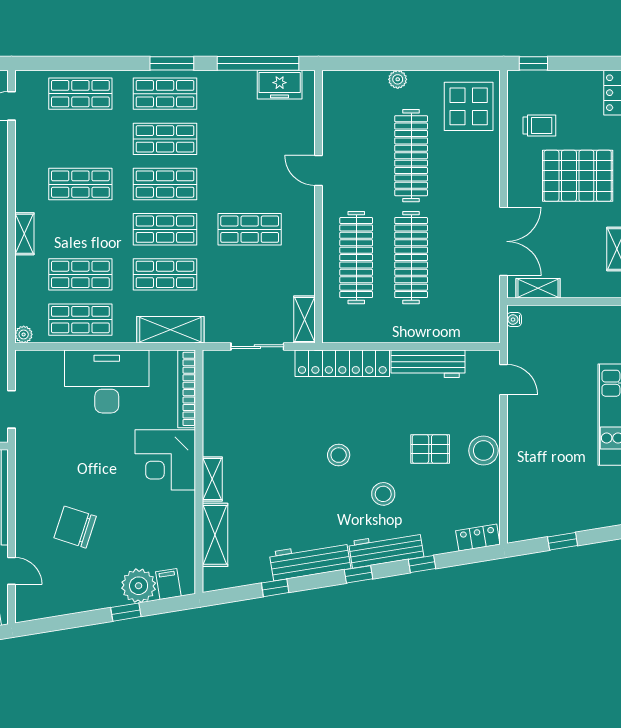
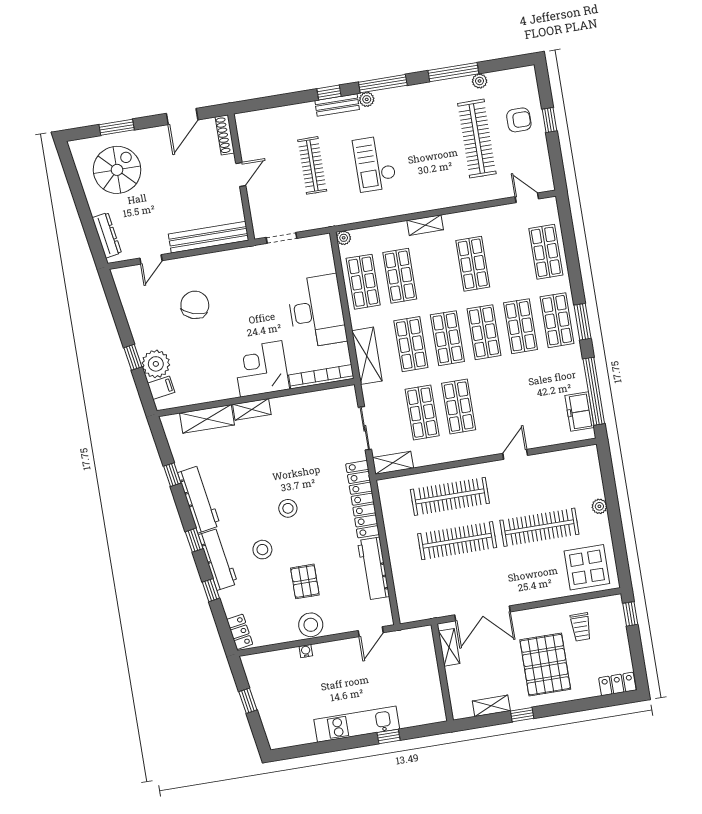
shop shelf: (250, 274) -> (422, 413), added
water cooler: (514, 320) -> (306, 651), moved

